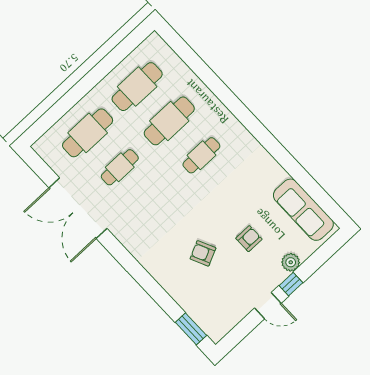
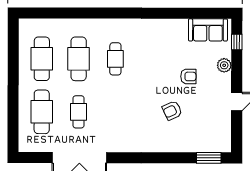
sofa: (303, 210) -> (208, 30), width x0.73
armchair: (249, 239) -> (188, 76), turned 90
window: (291, 284) -> (237, 42), moved

